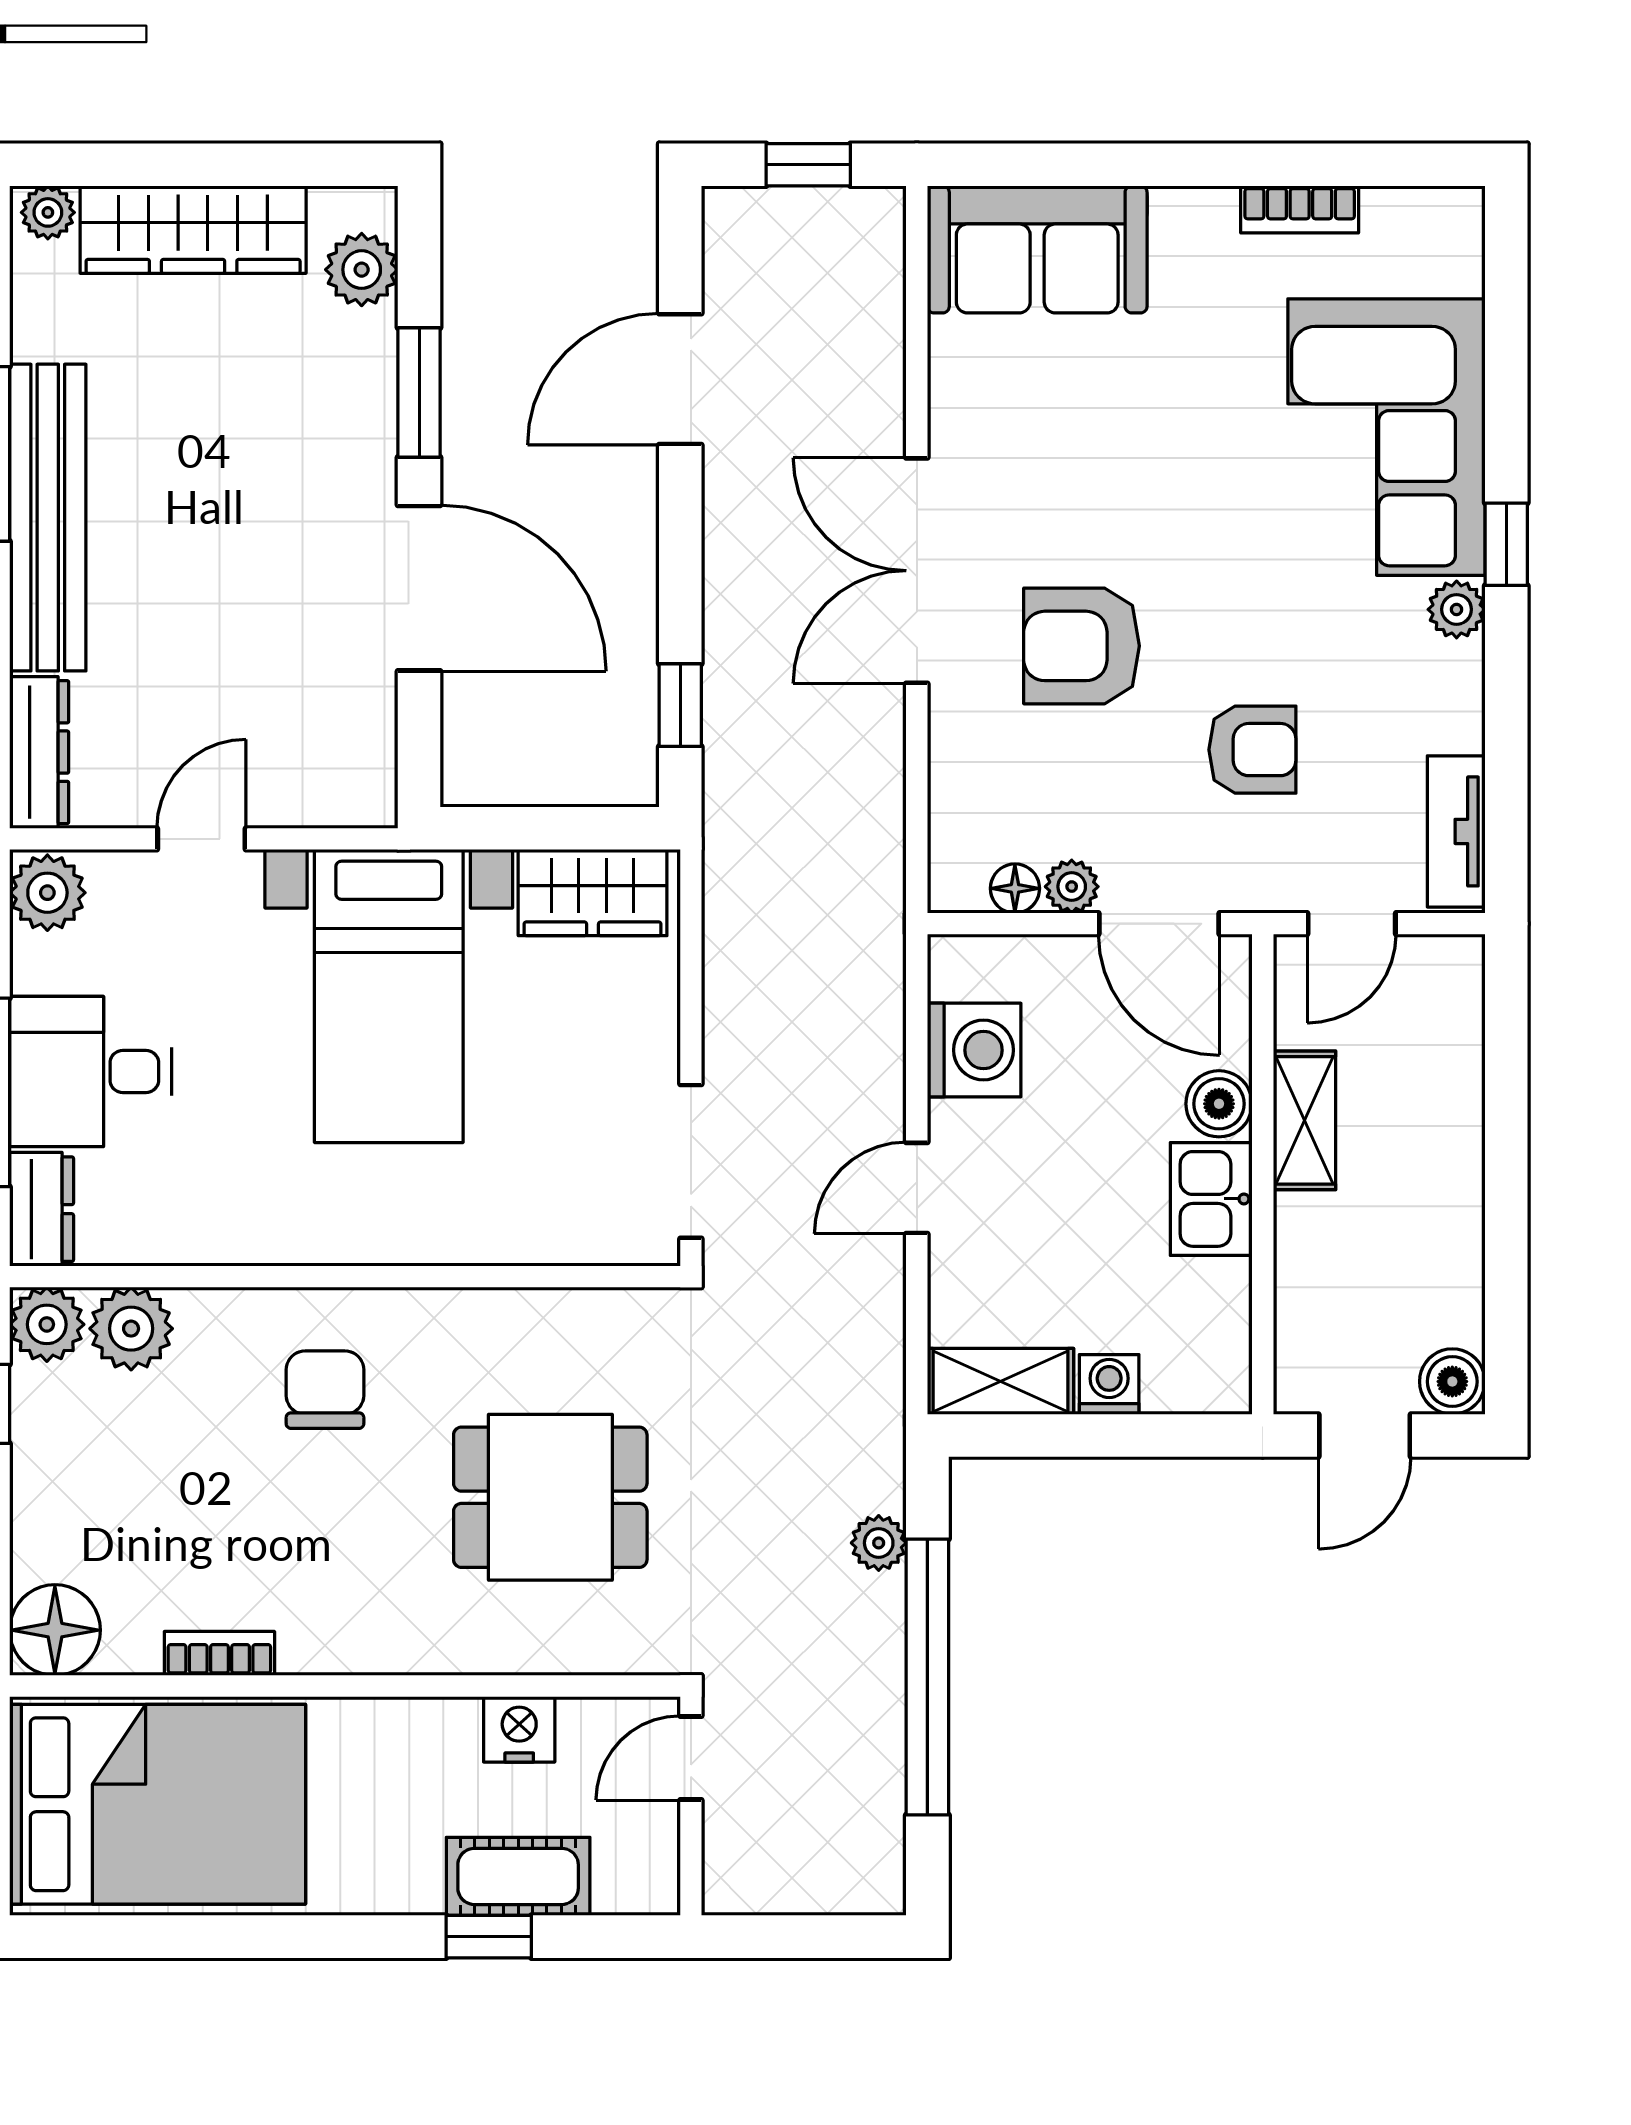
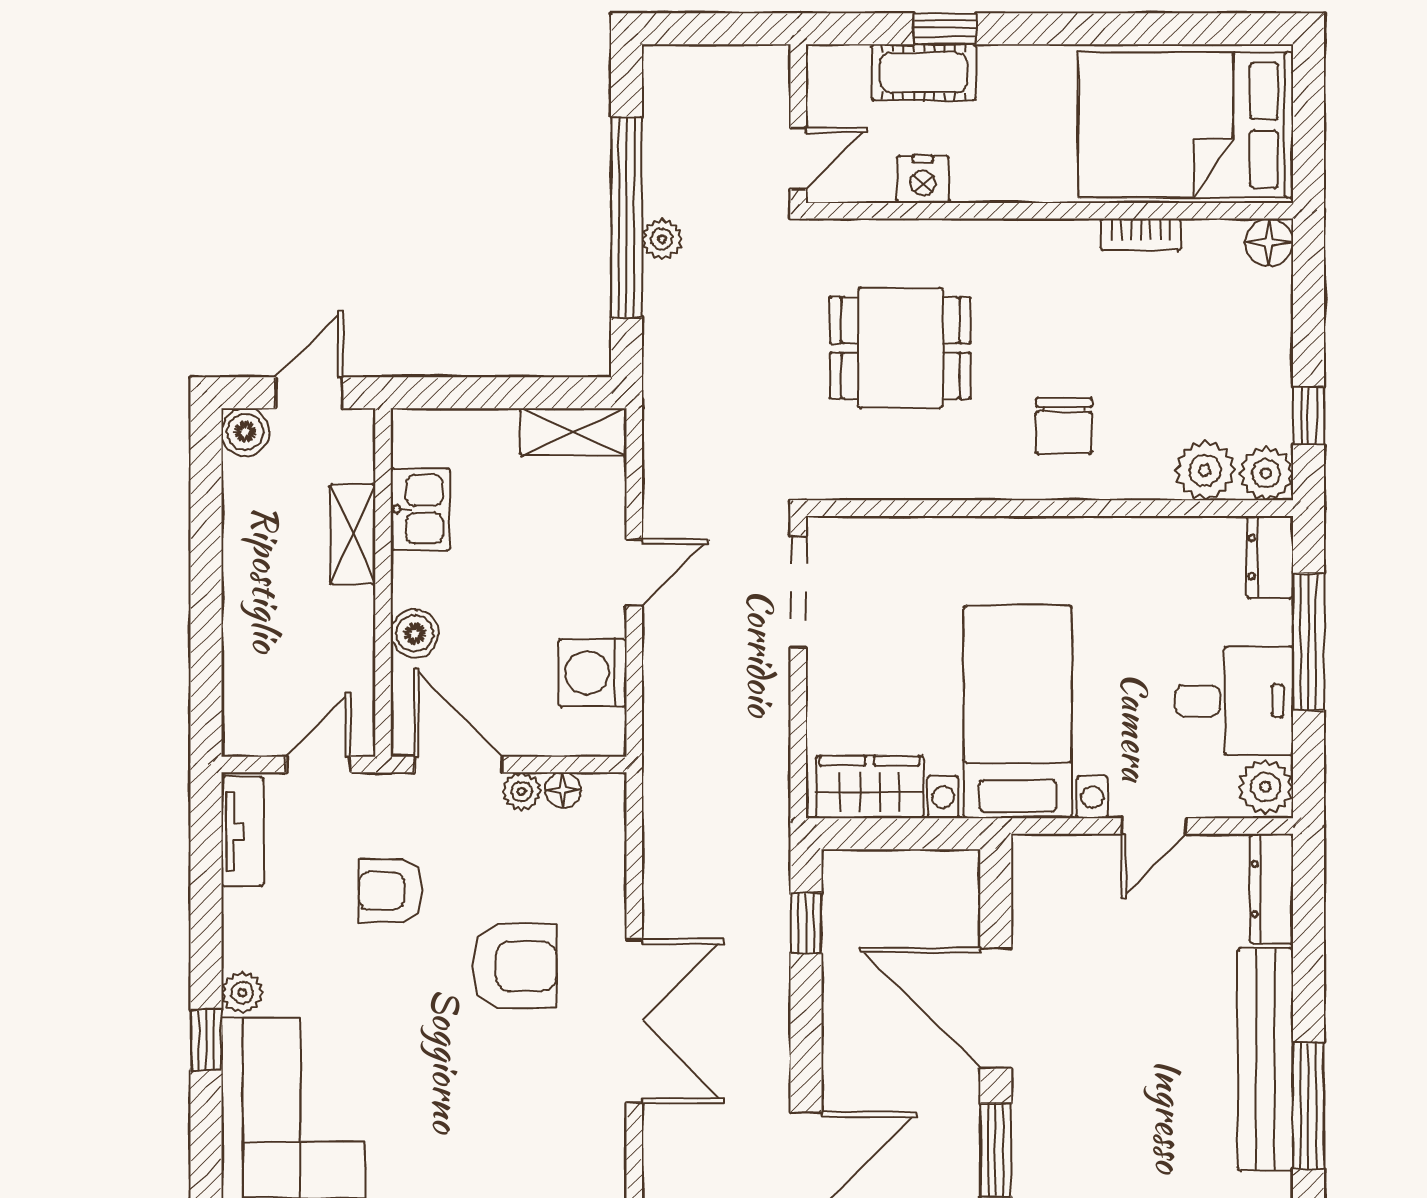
desk: (91, 1072) -> (1234, 701), moved
shelving: (1304, 1120) -> (353, 534), moved
kitchen sink: (1211, 1199) -> (420, 509), moved
washing machine: (1109, 1384) -> (494, 430), removed
plant: (879, 1543) -> (662, 239), moved
floor lamp: (55, 1630) -> (1269, 242), width x0.73, depth x0.73

